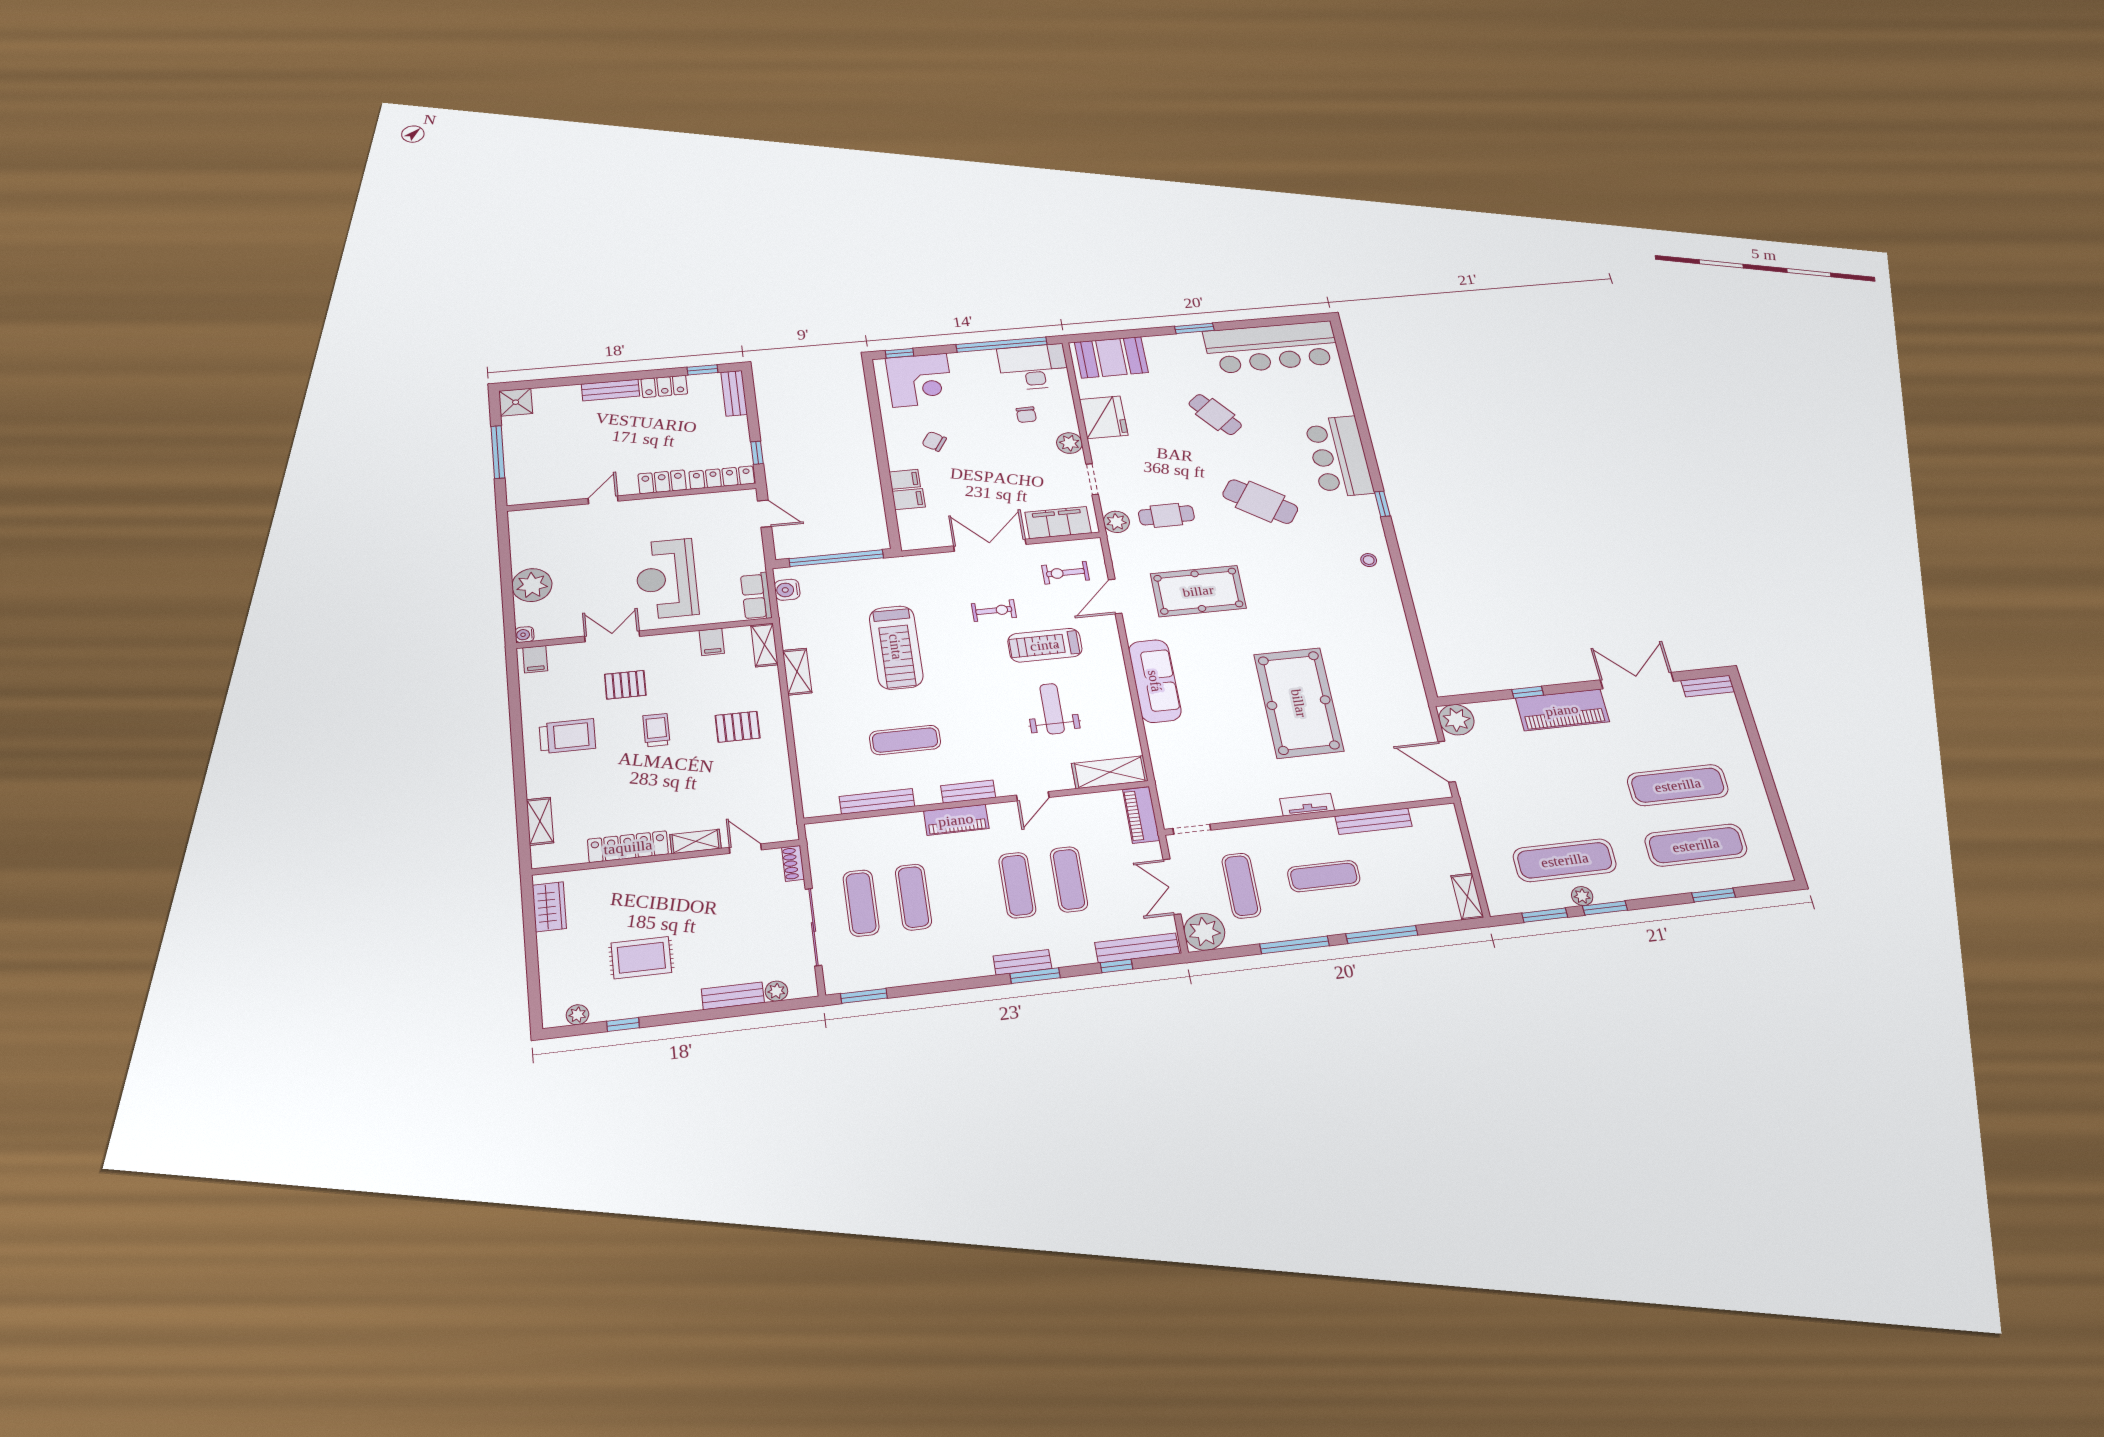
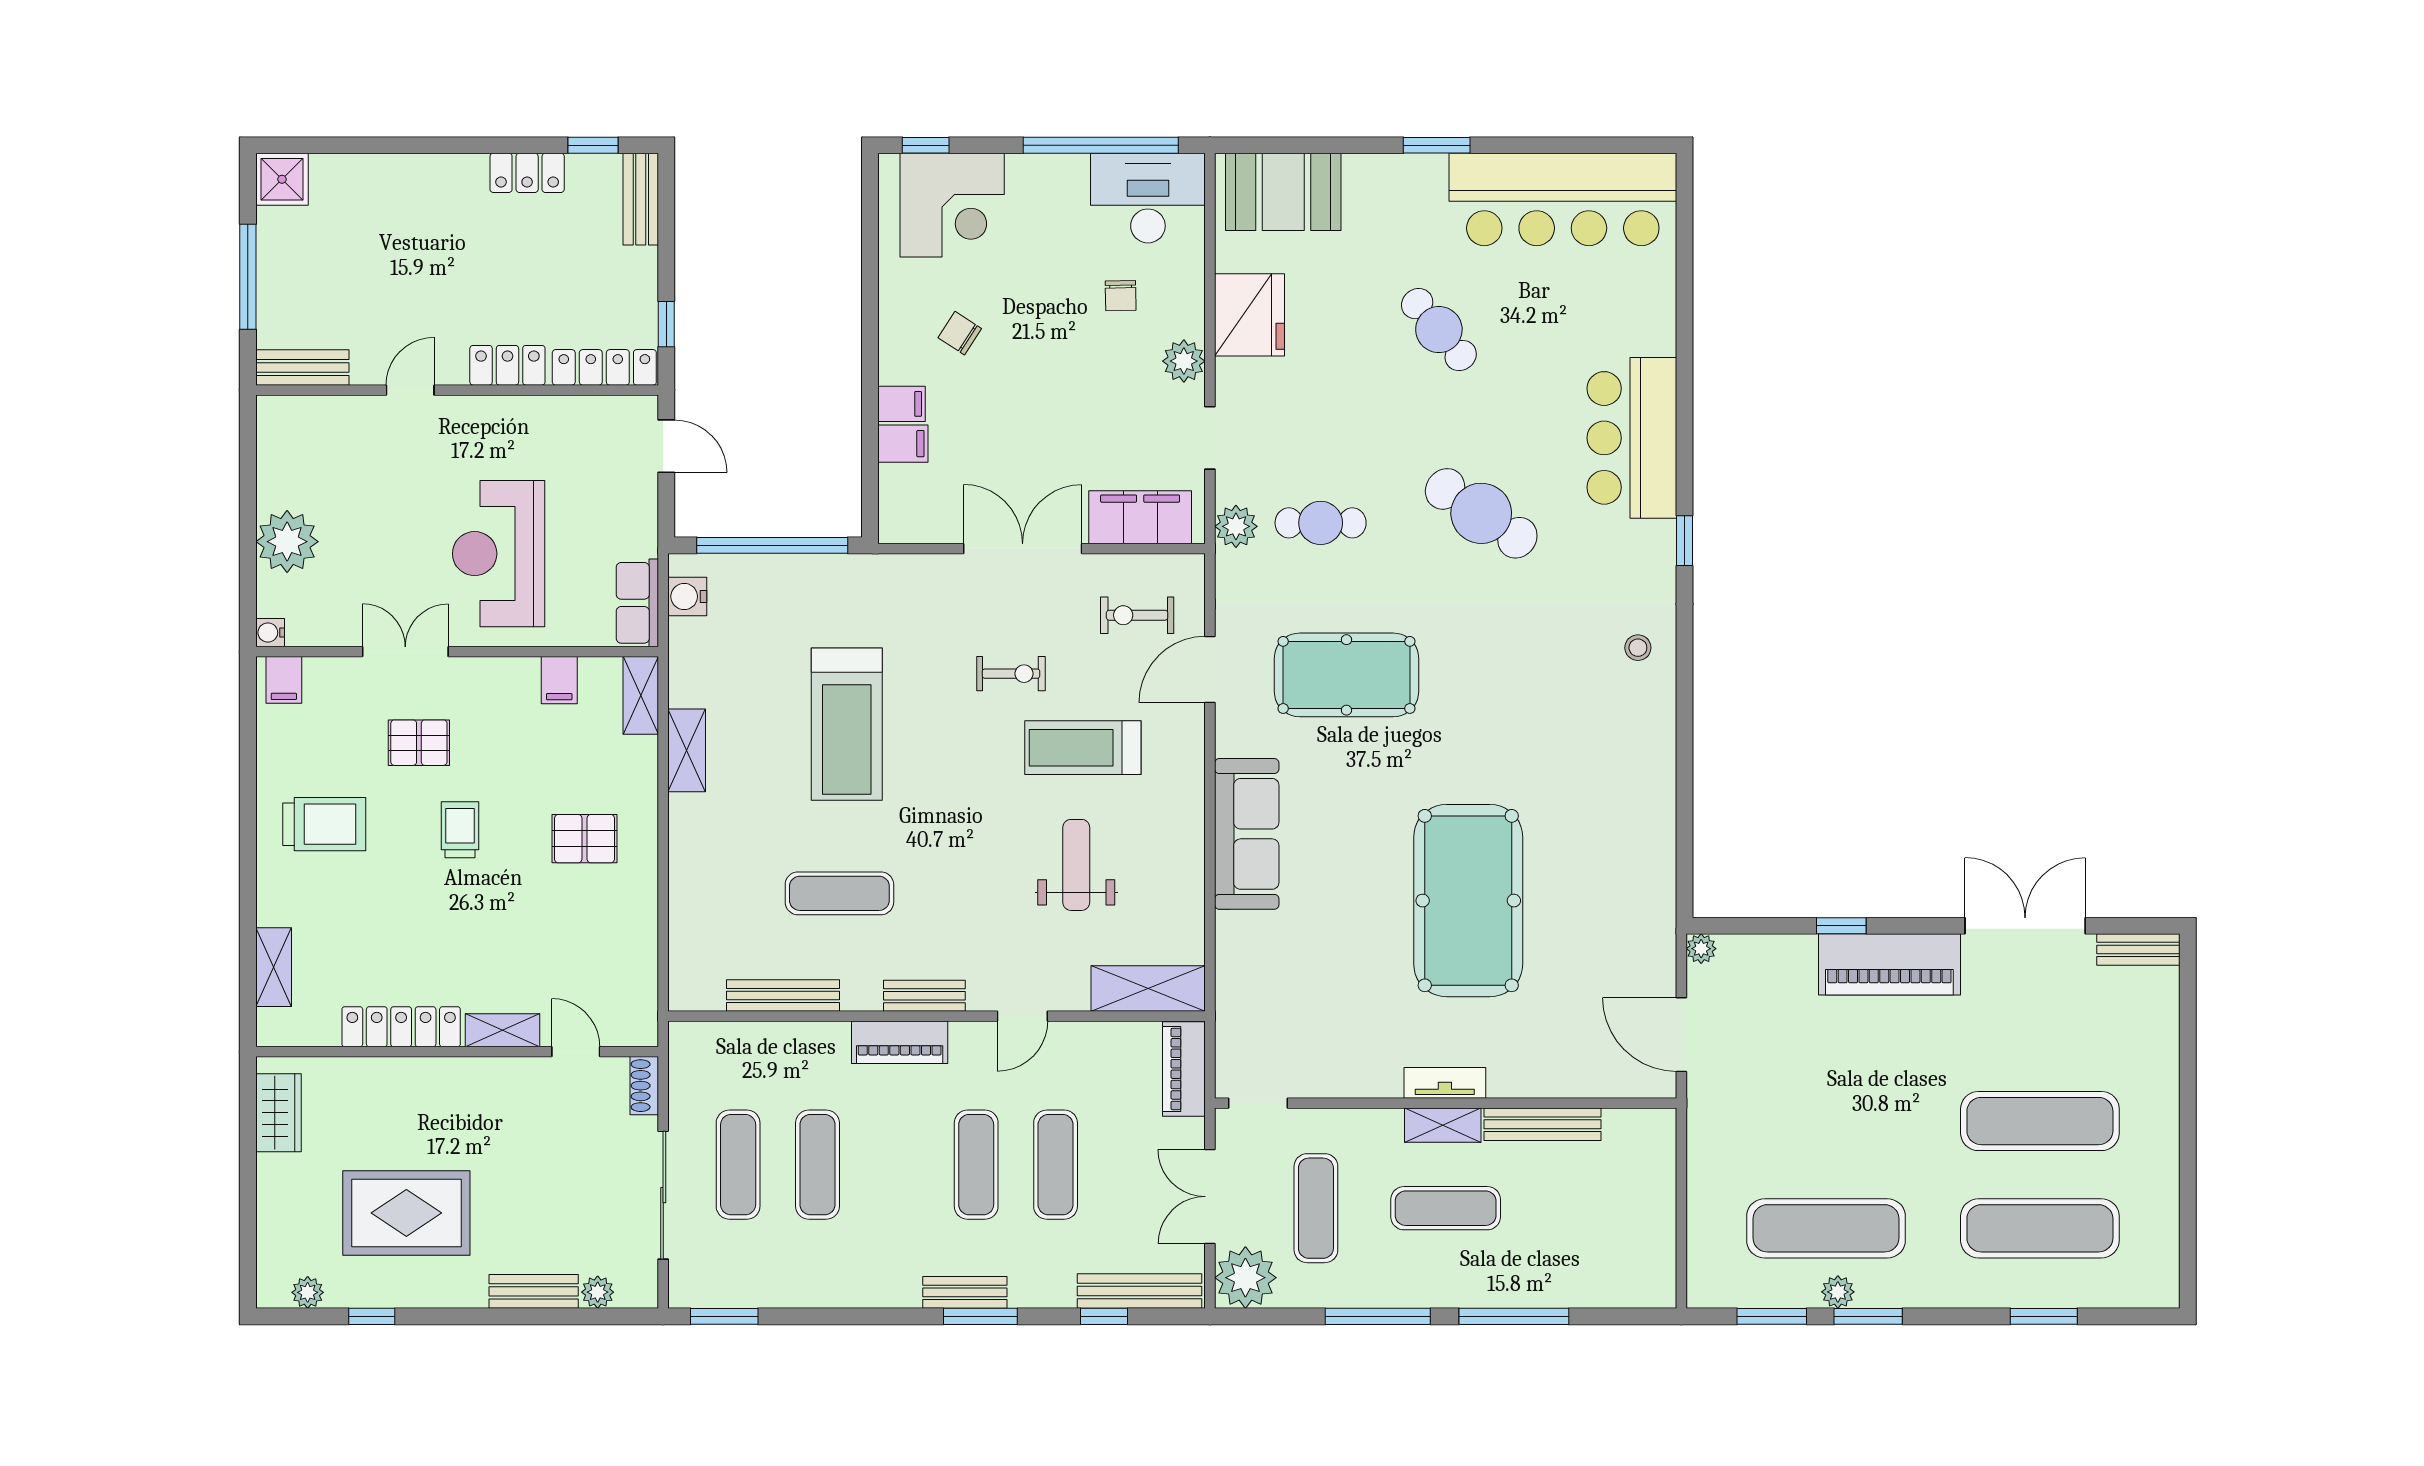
bench: (611, 390) -> (302, 368), moved
plant: (1456, 720) -> (1701, 949), width x0.53, depth x0.53
shelving: (1467, 897) -> (1443, 1125), moved, turned 90
rug: (641, 958) -> (406, 1213), width x1.36, depth x1.43

